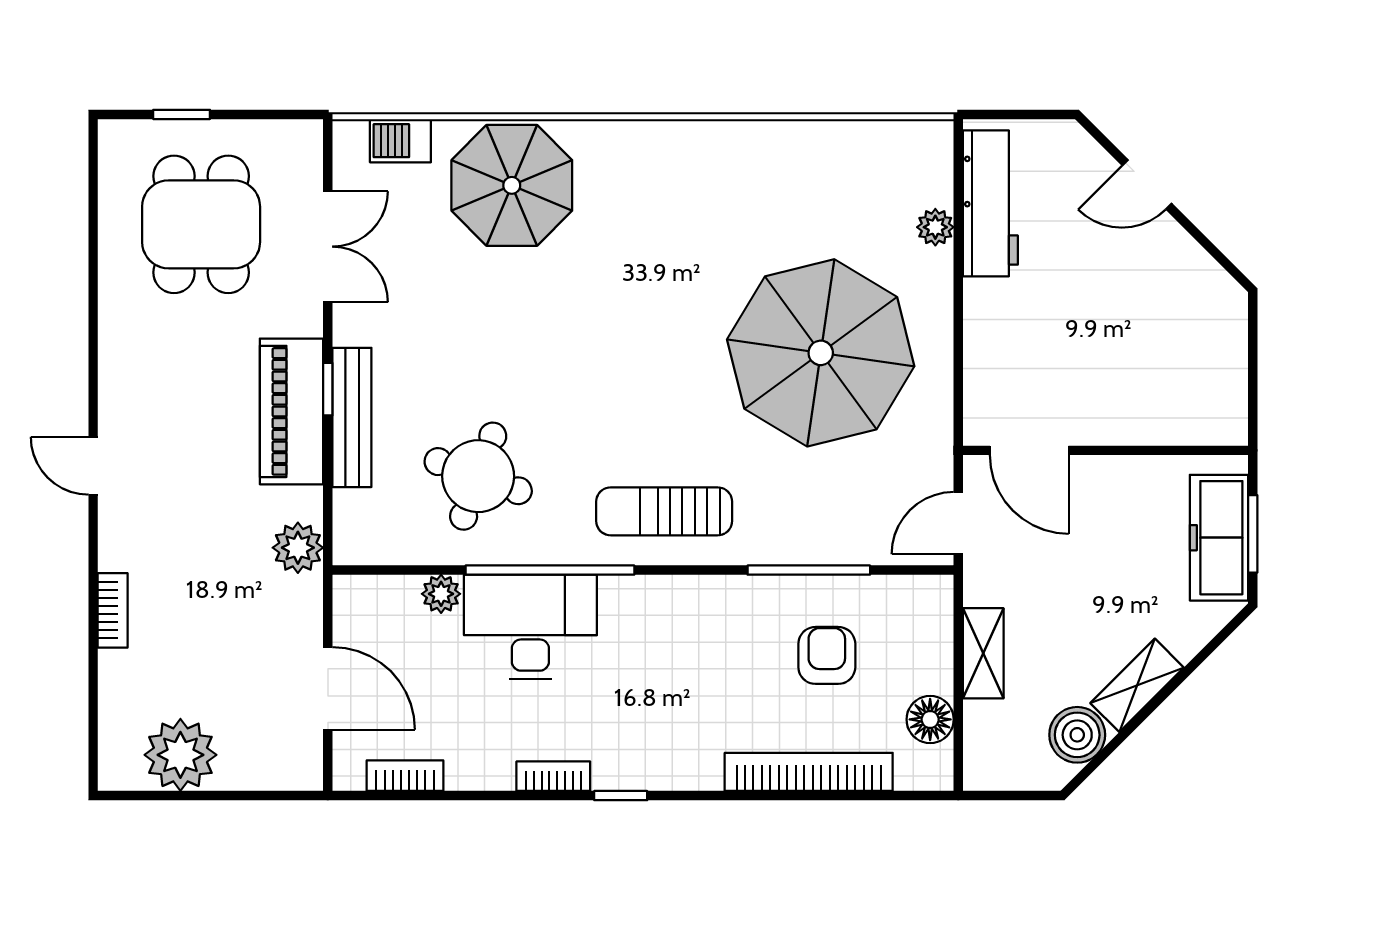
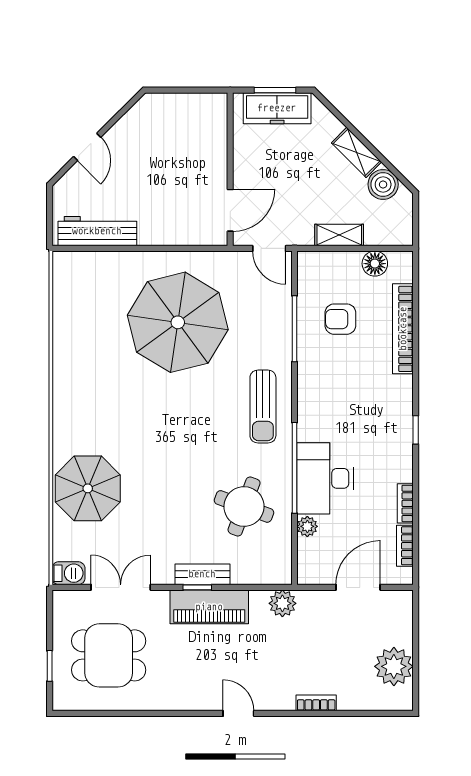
barbecue: (400, 141) -> (68, 573), moved, turned -90
plant: (935, 227) -> (110, 261), removed
bench: (352, 417) -> (202, 574), width x0.73
door: (93, 466) -> (238, 713), swing flipped
bookcase: (553, 776) -> (405, 503), moved

